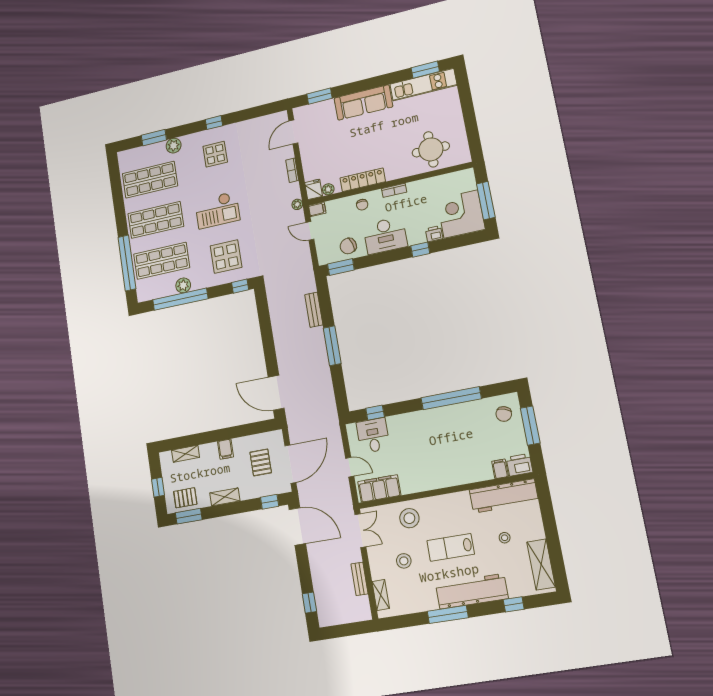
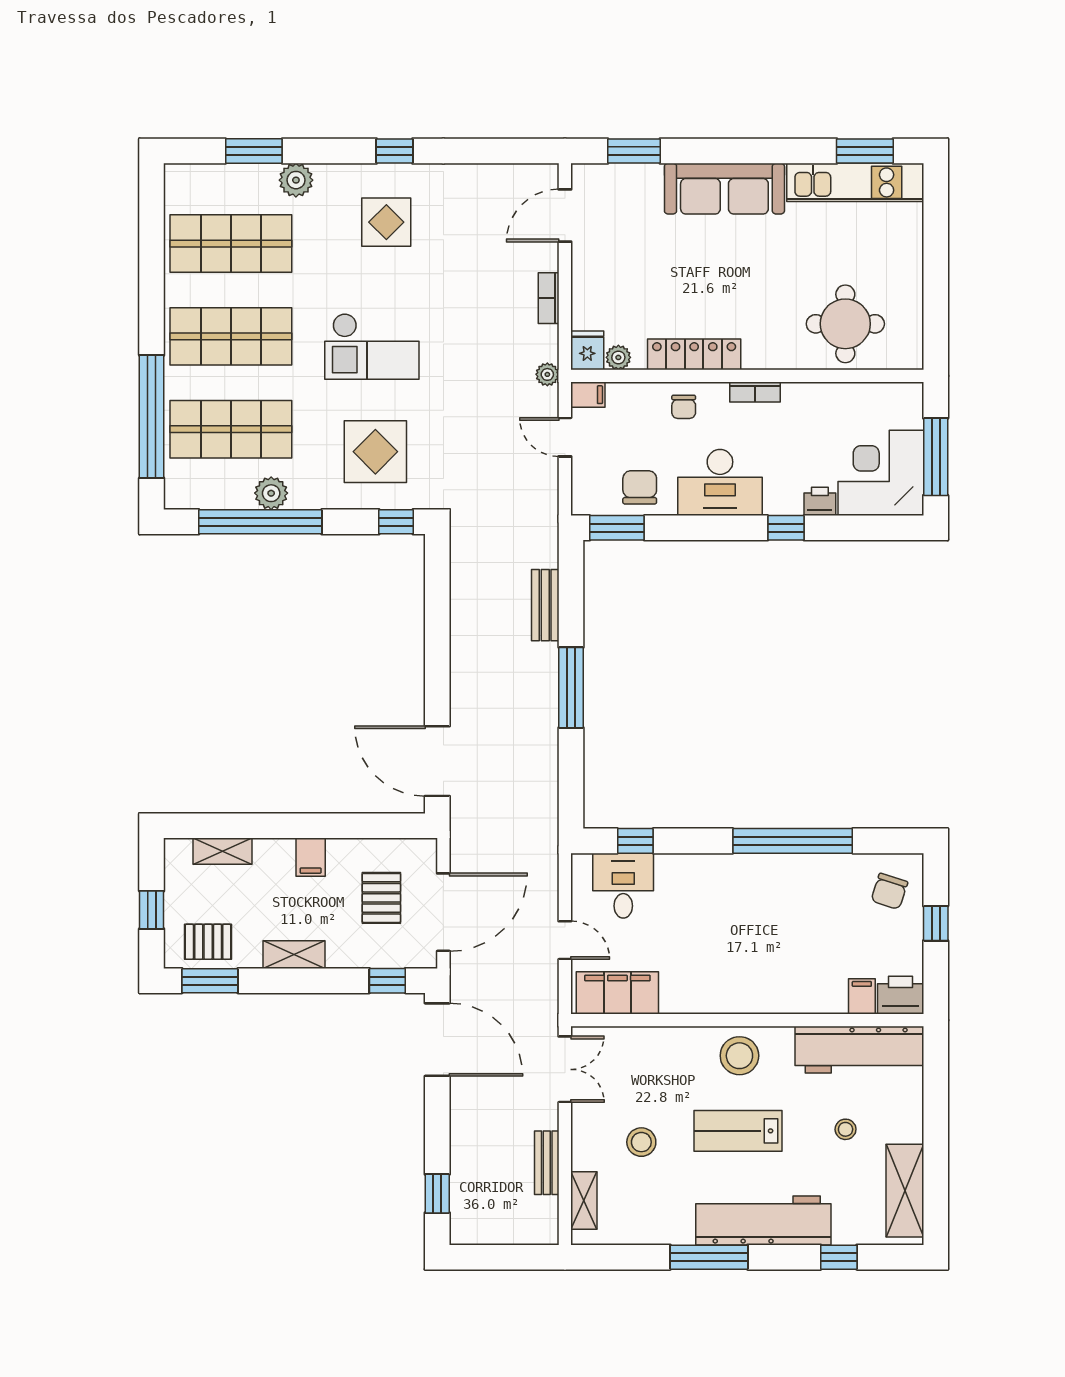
chair: (348, 246) -> (640, 487), turned 106
window: (530, 426) -> (936, 923), width x0.46
stool: (409, 518) -> (739, 1056), moved

